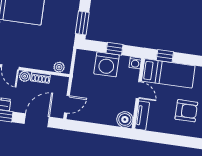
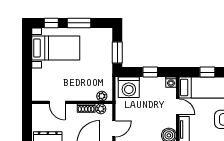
window: (165, 56) -> (207, 72), moved
washing machine: (107, 64) -> (129, 87), moved
plant: (25, 76) -> (101, 109), moved

